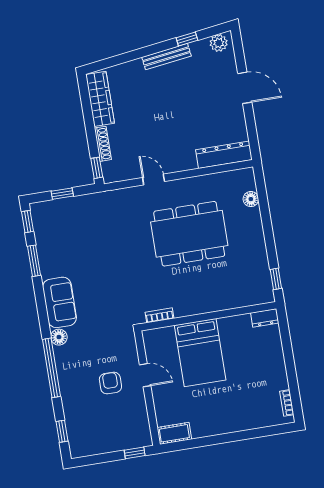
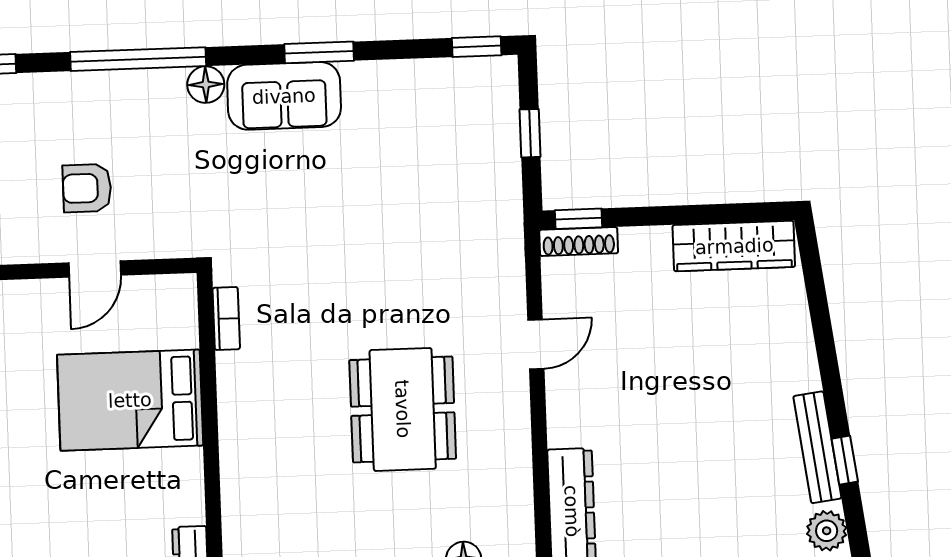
bench: (166, 57) -> (817, 447), moved
shoe rack: (103, 144) -> (579, 242), moved
dining table: (189, 234) -> (403, 409), width x0.73, depth x0.80
window: (34, 261) -> (319, 52), moved
armchair: (110, 383) -> (87, 188), turned 180

